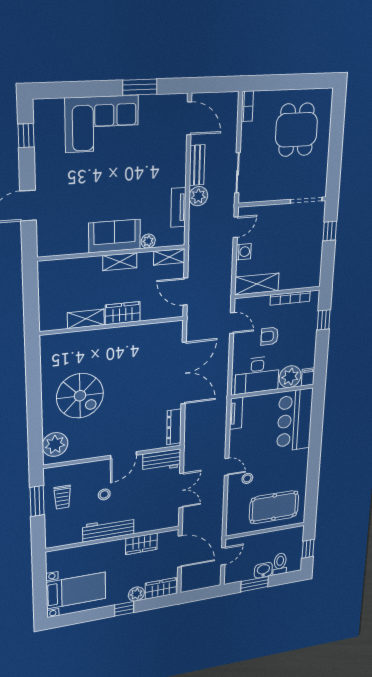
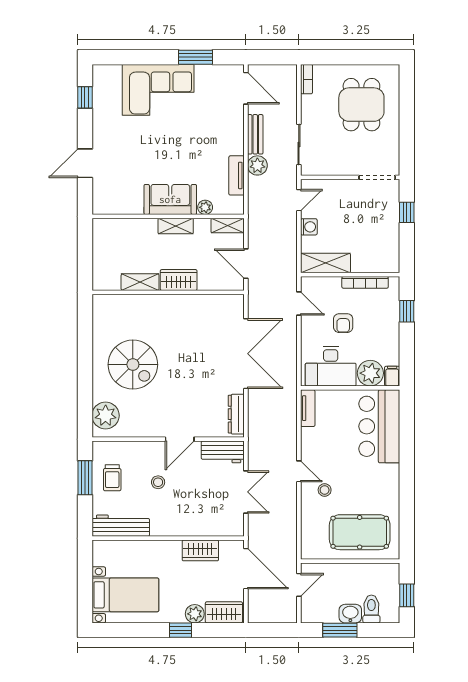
armchair: (270, 336) -> (343, 323), turned -90
workbench: (108, 529) -> (121, 526), moved

